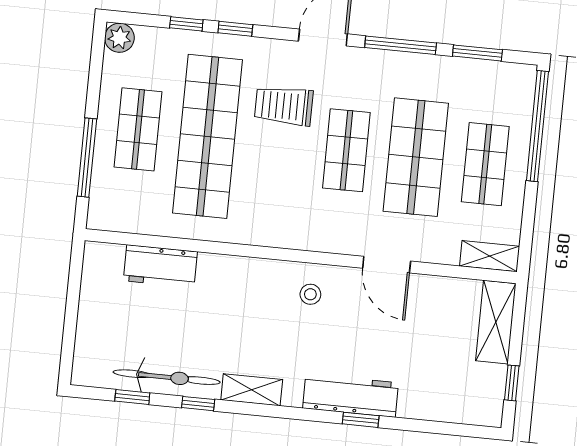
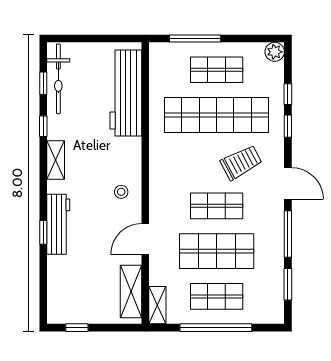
trolley: (284, 106) -> (241, 162), turned 62
window: (537, 126) -> (216, 328), moved
workbench: (160, 266) -> (126, 93), width x1.88, depth x1.32
shelving: (496, 322) -> (131, 292), moved, turned 90
bicycle: (167, 377) -> (58, 79), moved

